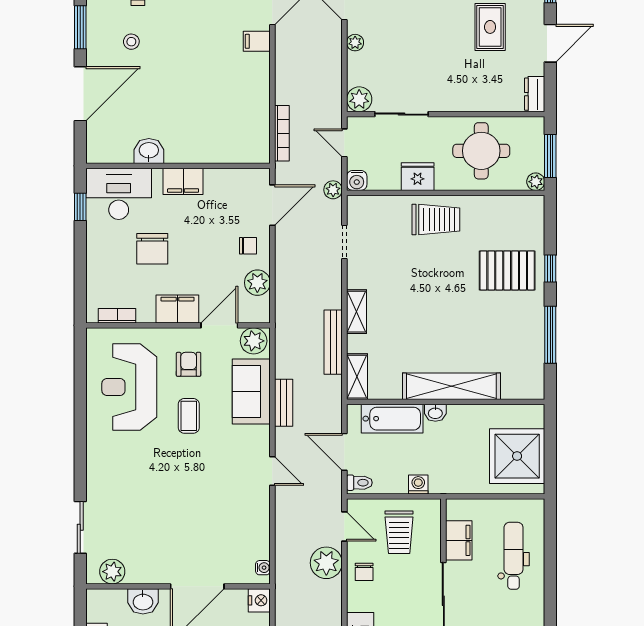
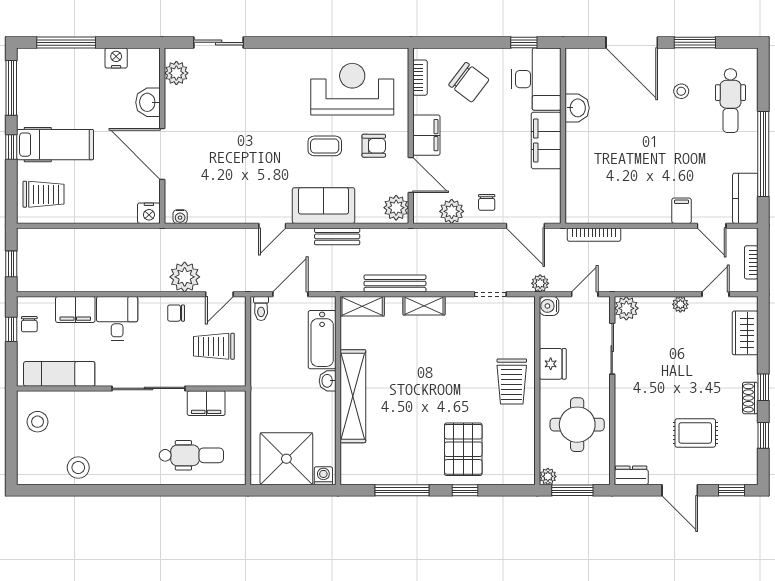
filing cabinet: (183, 181) -> (546, 140), width x1.50, depth x1.17
chair: (152, 249) -> (469, 82), moved, turned -143
sofa: (251, 391) -> (324, 206), moved
washing machine: (418, 485) -> (323, 476), moved, turned -90

